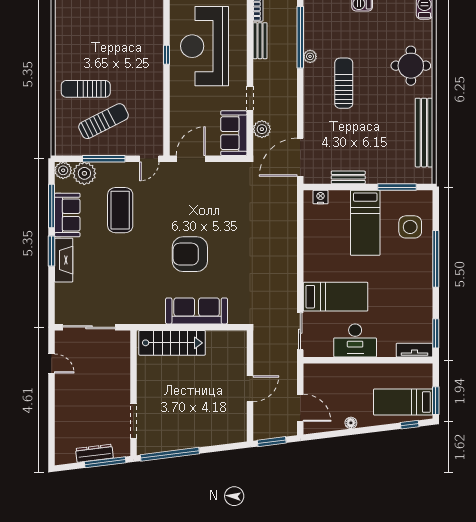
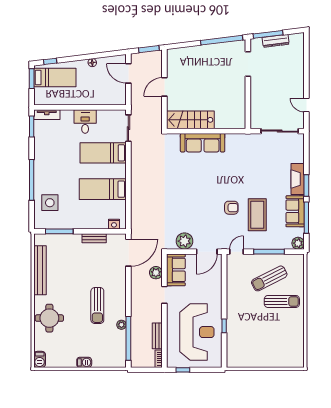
plant: (84, 173) -> (184, 241), moved
bed: (365, 223) -> (103, 189), moved, turned -90
armchair: (190, 254) -> (231, 208), moved, width x0.53, depth x0.53
desk: (355, 340) -> (85, 122), width x0.73
stairs: (172, 343) -> (190, 120), moved

